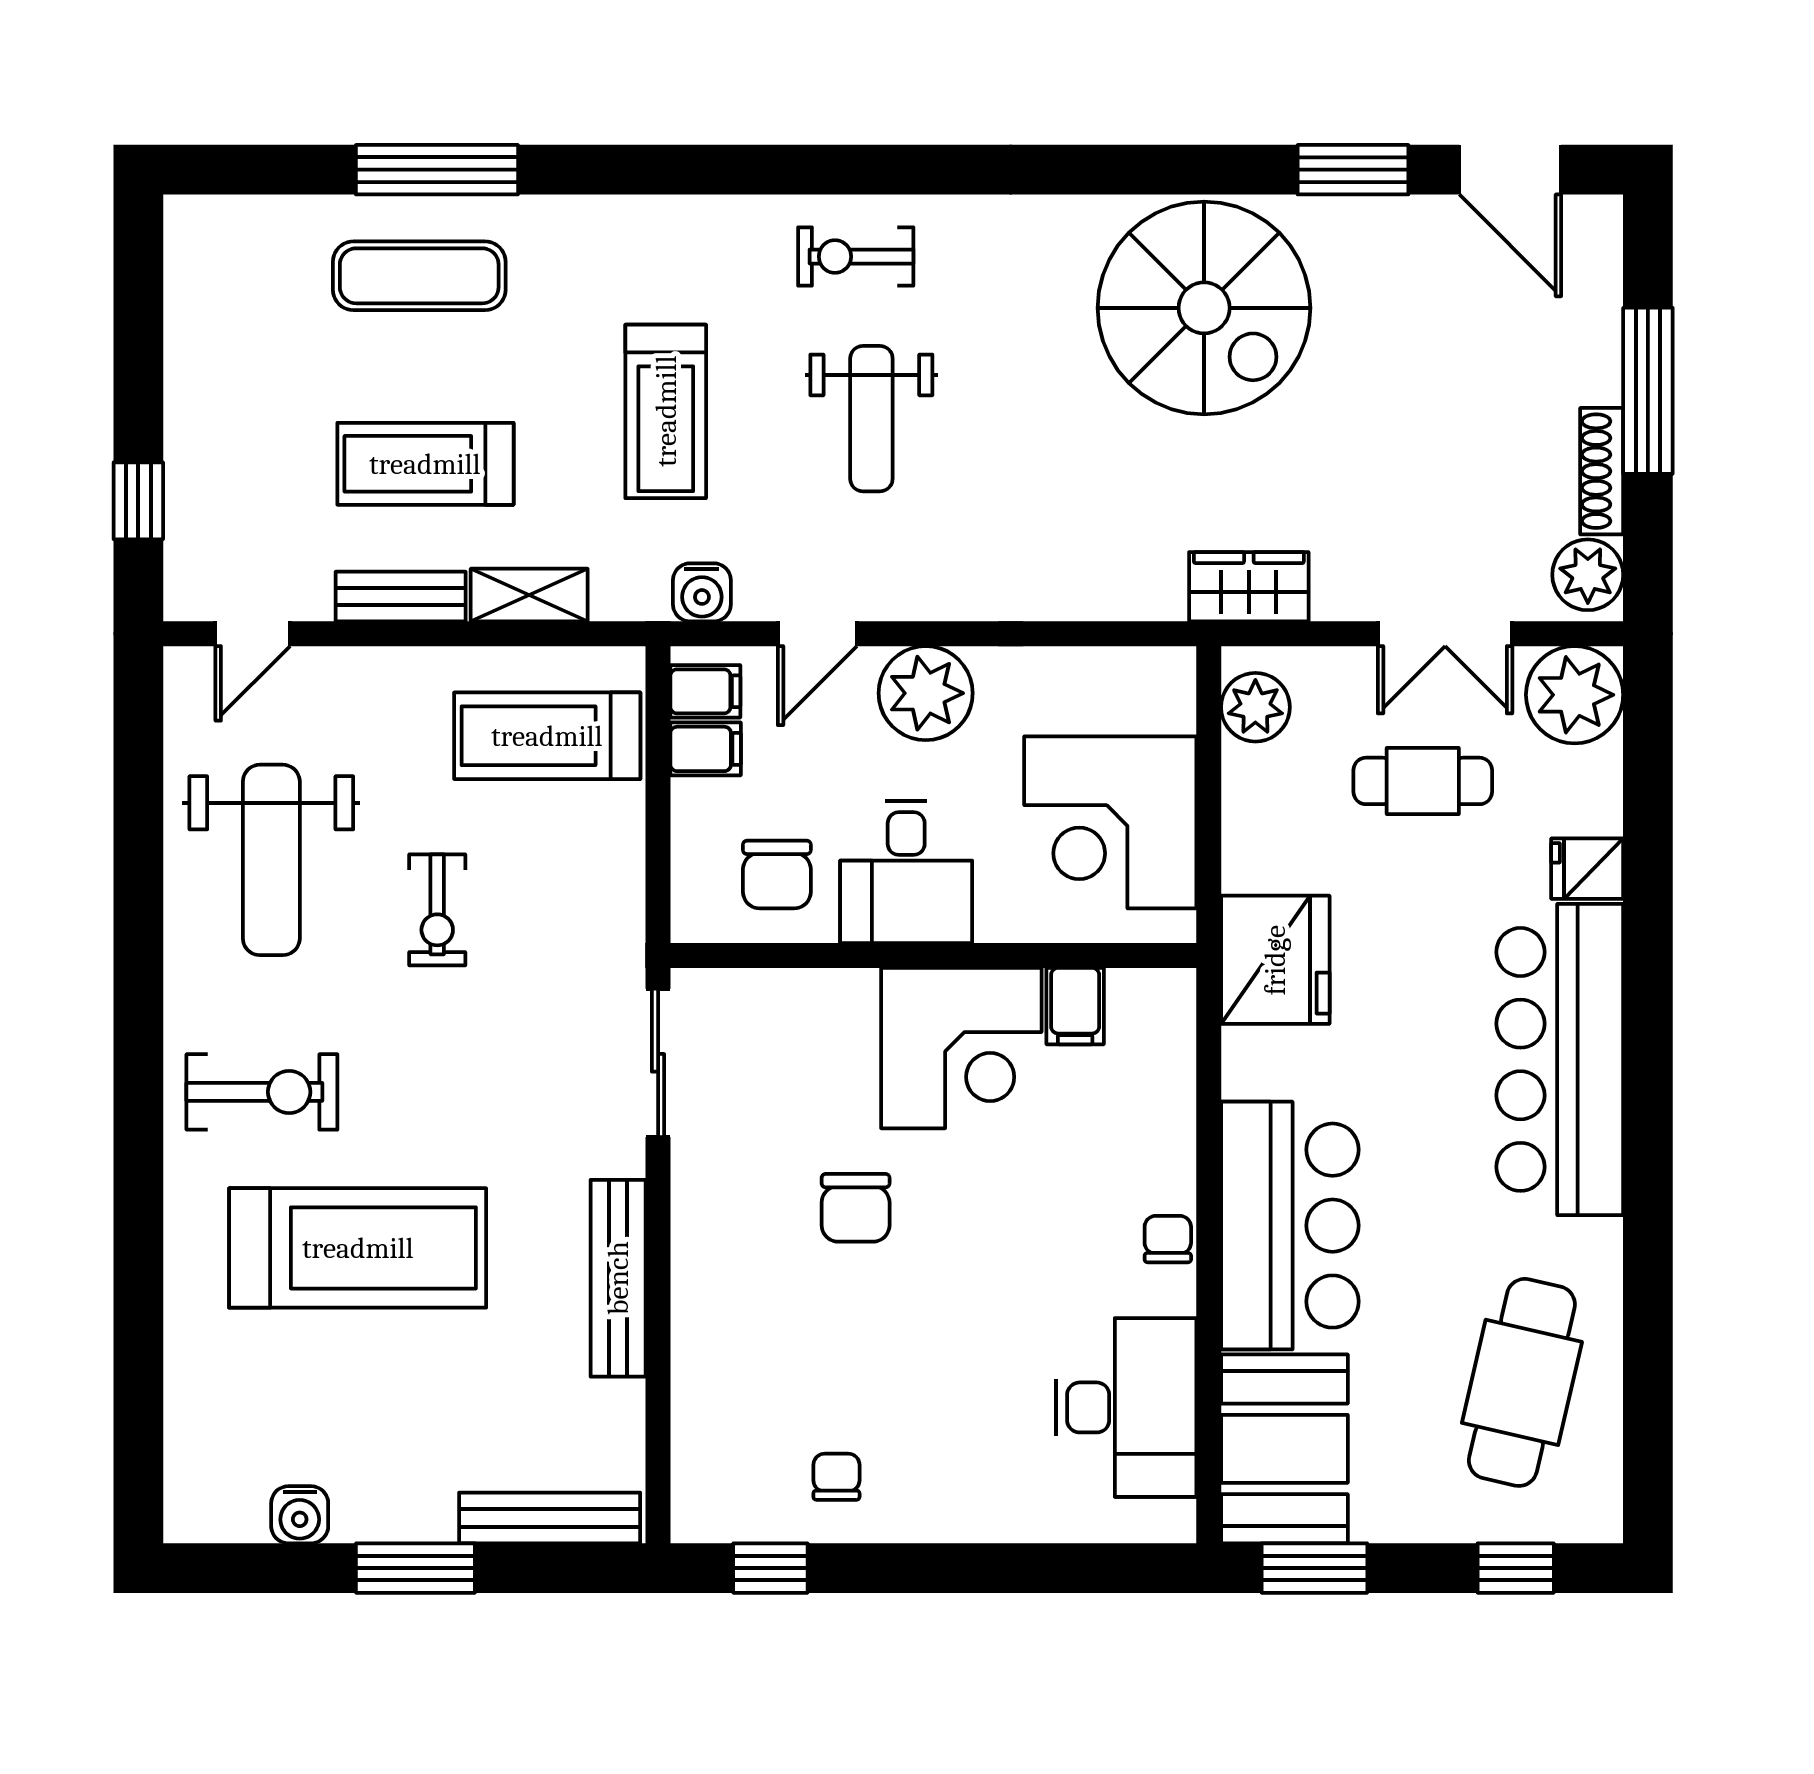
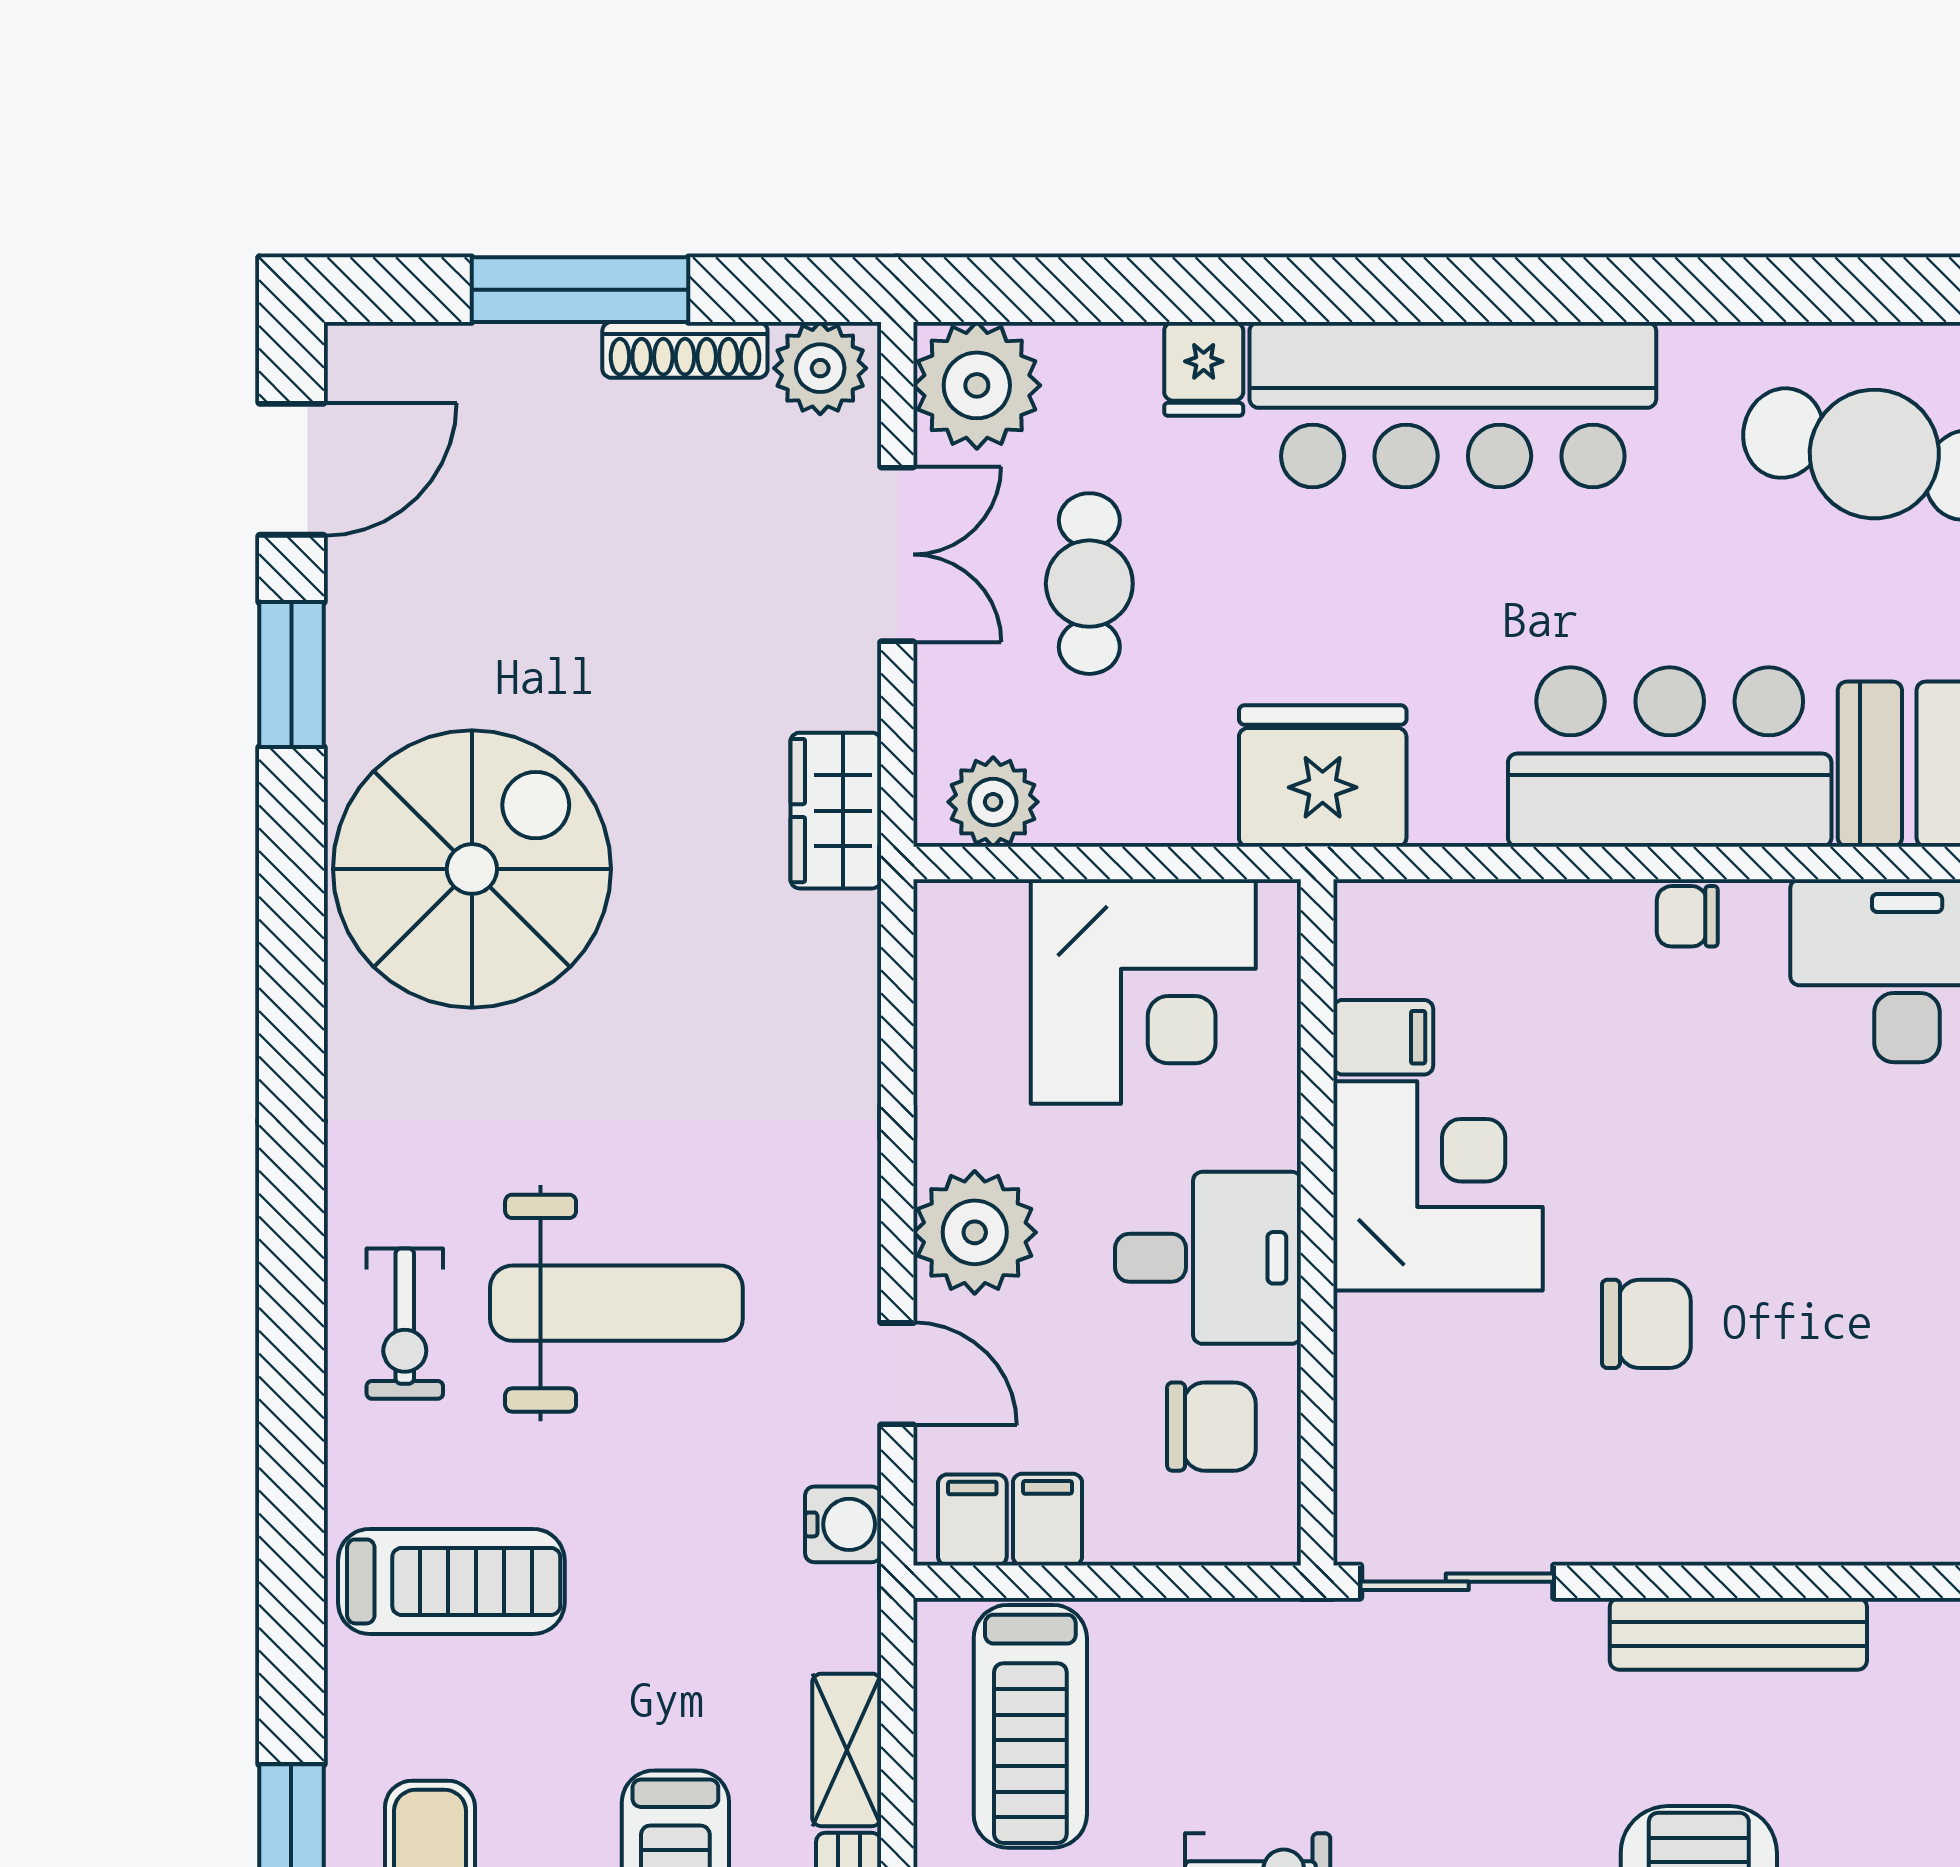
treadmill: (666, 411) -> (451, 1581), moved
weight bench: (871, 419) -> (616, 1303), width x1.36, depth x1.33

